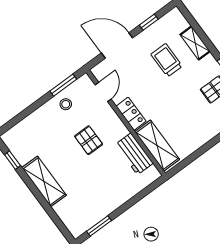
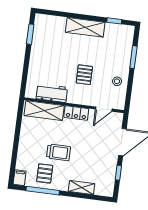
trolley: (167, 60) -> (58, 152), moved
window: (63, 85) -> (133, 57), moved
door: (103, 92) -> (104, 109), hinge flipped
pallet: (89, 140) -> (84, 75), turned 90

